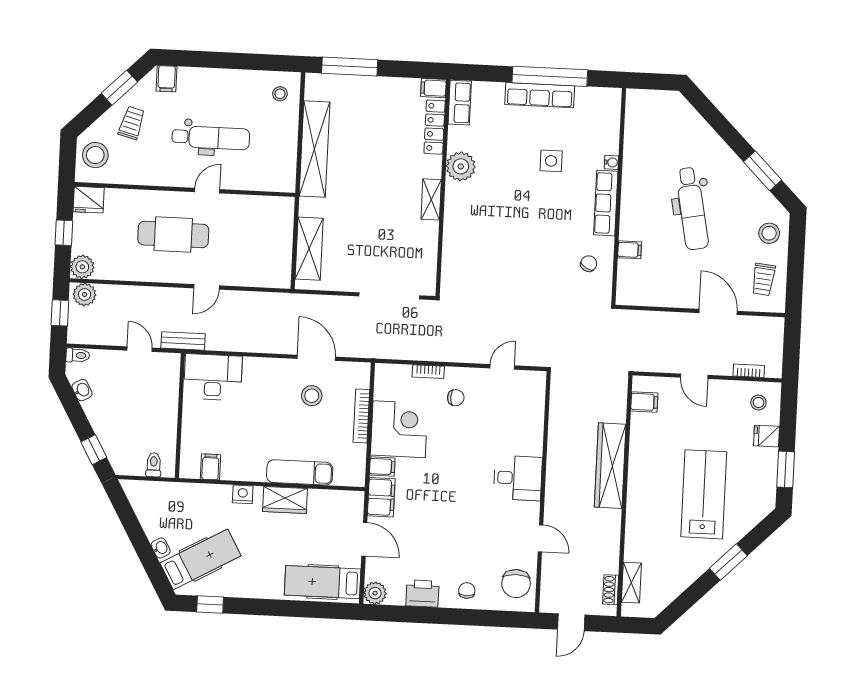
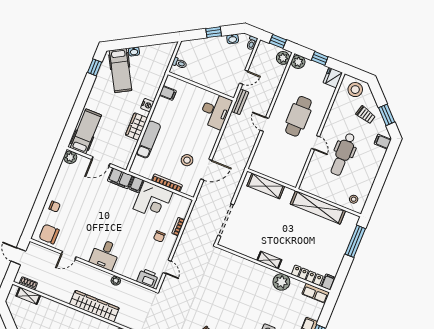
plant: (555, 445) -> (116, 281), added
window: (94, 450) -> (214, 32), moved
printer: (422, 594) -> (148, 278), moved, turned -90

